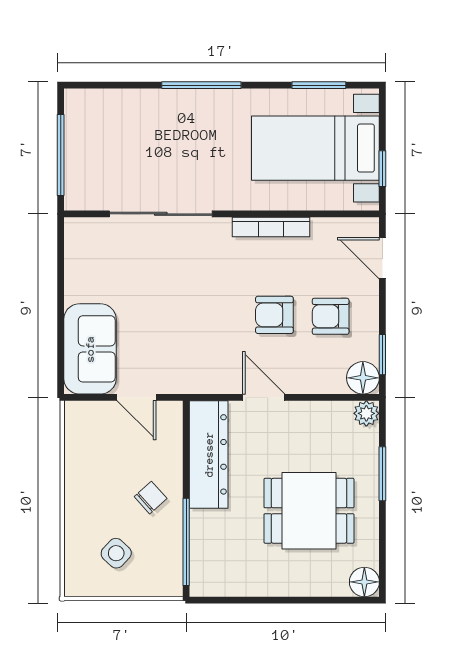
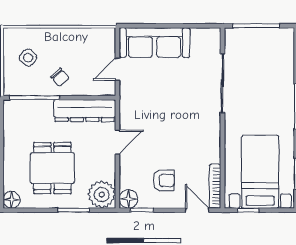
bookcase: (271, 227) -> (215, 186), moved
door: (382, 258) -> (197, 210), hinge flipped
armchair: (274, 315) -> (165, 148), removed
armchair: (331, 316) -> (164, 180), turned 90
sofa: (90, 349) -> (154, 43), width x1.36
plant: (366, 413) -> (102, 194), width x1.88, depth x1.88

